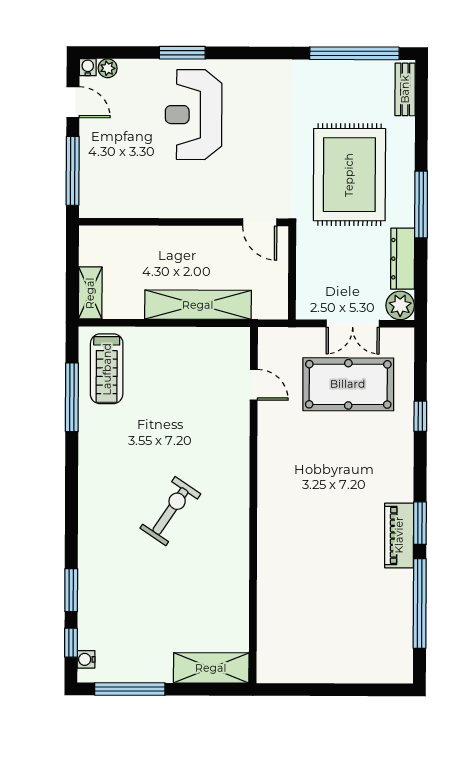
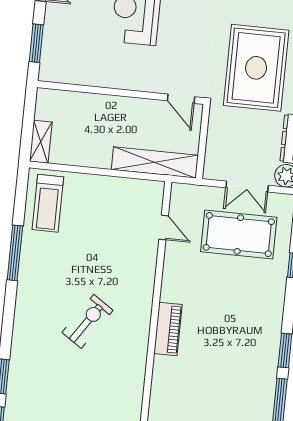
window: (73, 171) -> (36, 43), width x0.69
shelving: (198, 305) -> (155, 162), moved
window: (72, 397) -> (15, 253), moved
piano: (399, 535) -> (168, 329), moved, turned 180

